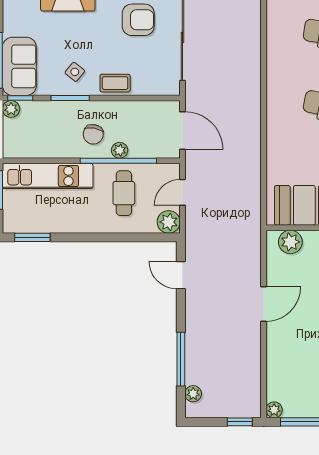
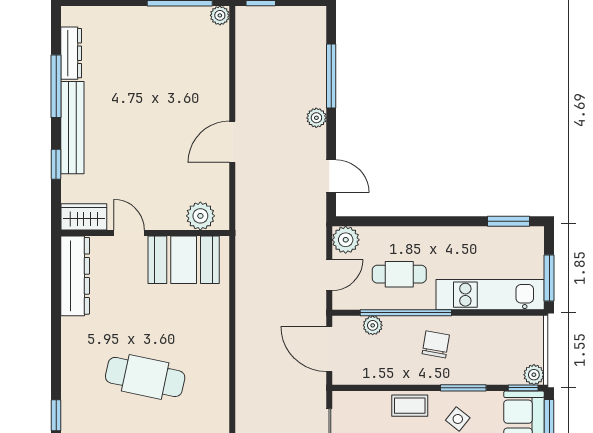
plant: (120, 150) -> (373, 325), moved
cafe table: (124, 193) -> (399, 274), turned 90
plant: (193, 394) -> (316, 118), moved

